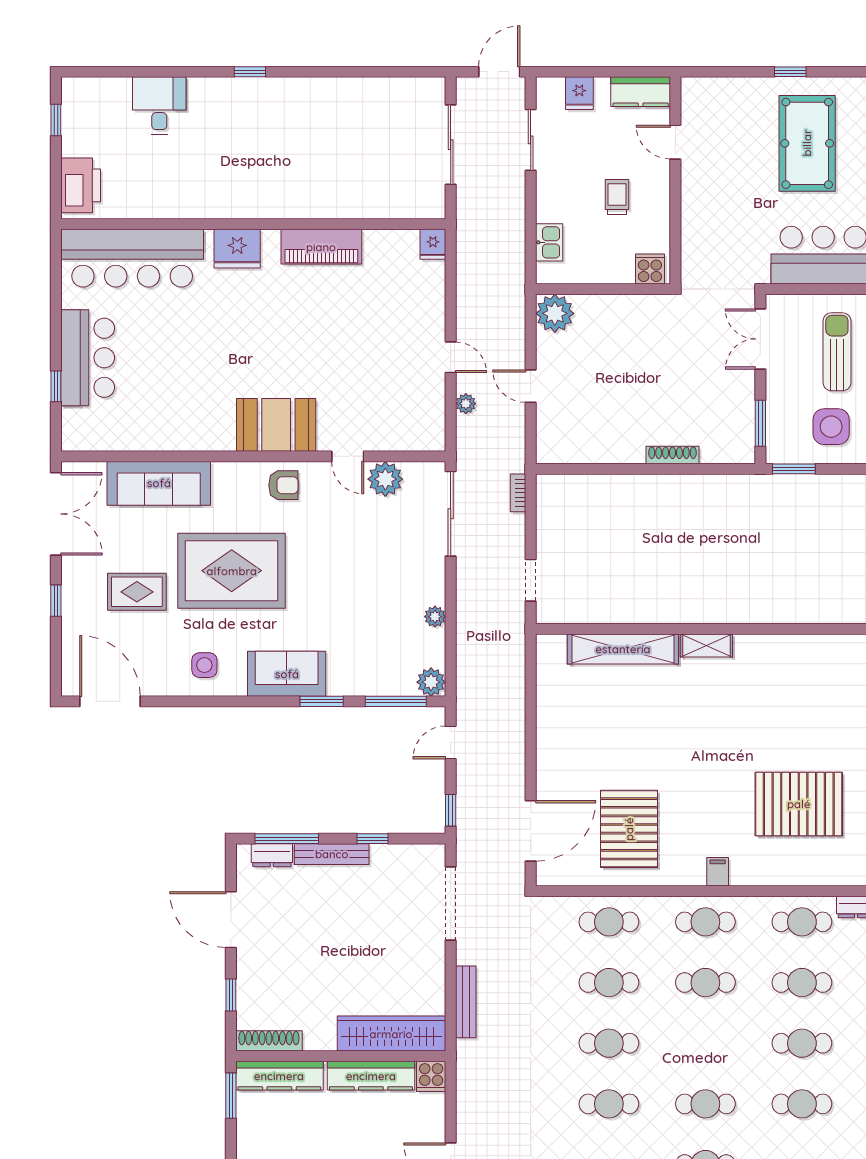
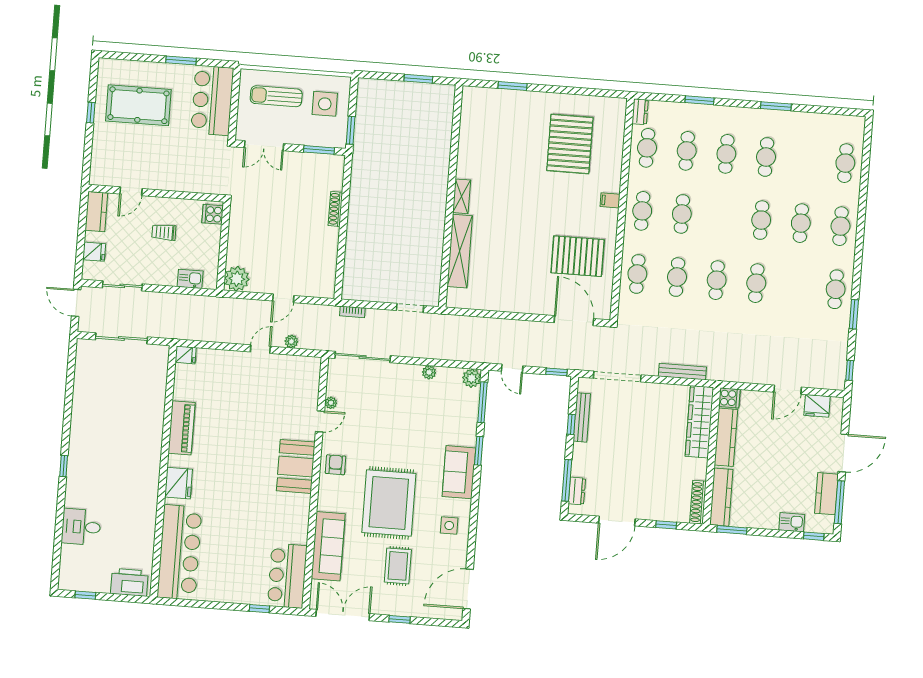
bar counter: (88, 358) -> (287, 576), moved, turned -90
plant: (385, 479) -> (331, 403), width x0.53, depth x0.53
bench: (332, 854) -> (582, 417), moved

